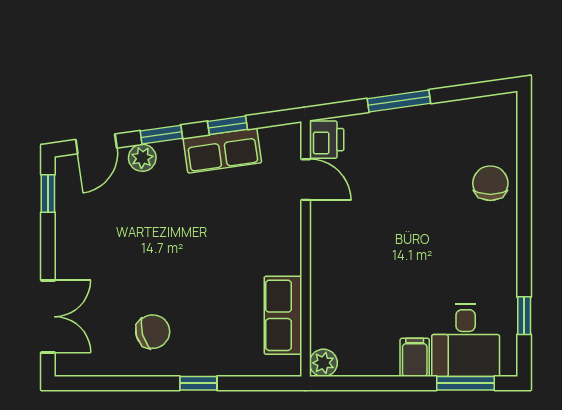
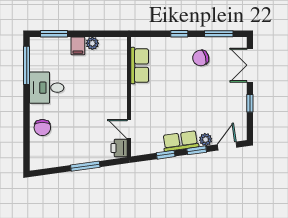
row of seats: (222, 151) -> (181, 141), moved
window: (48, 194) -> (250, 103), moved
window: (524, 316) -> (27, 65), width x2.17
desk: (466, 340) -> (47, 88), moved, turned -90
plant: (323, 363) -> (92, 43), moved
window: (114, 383) -> (219, 34), added

